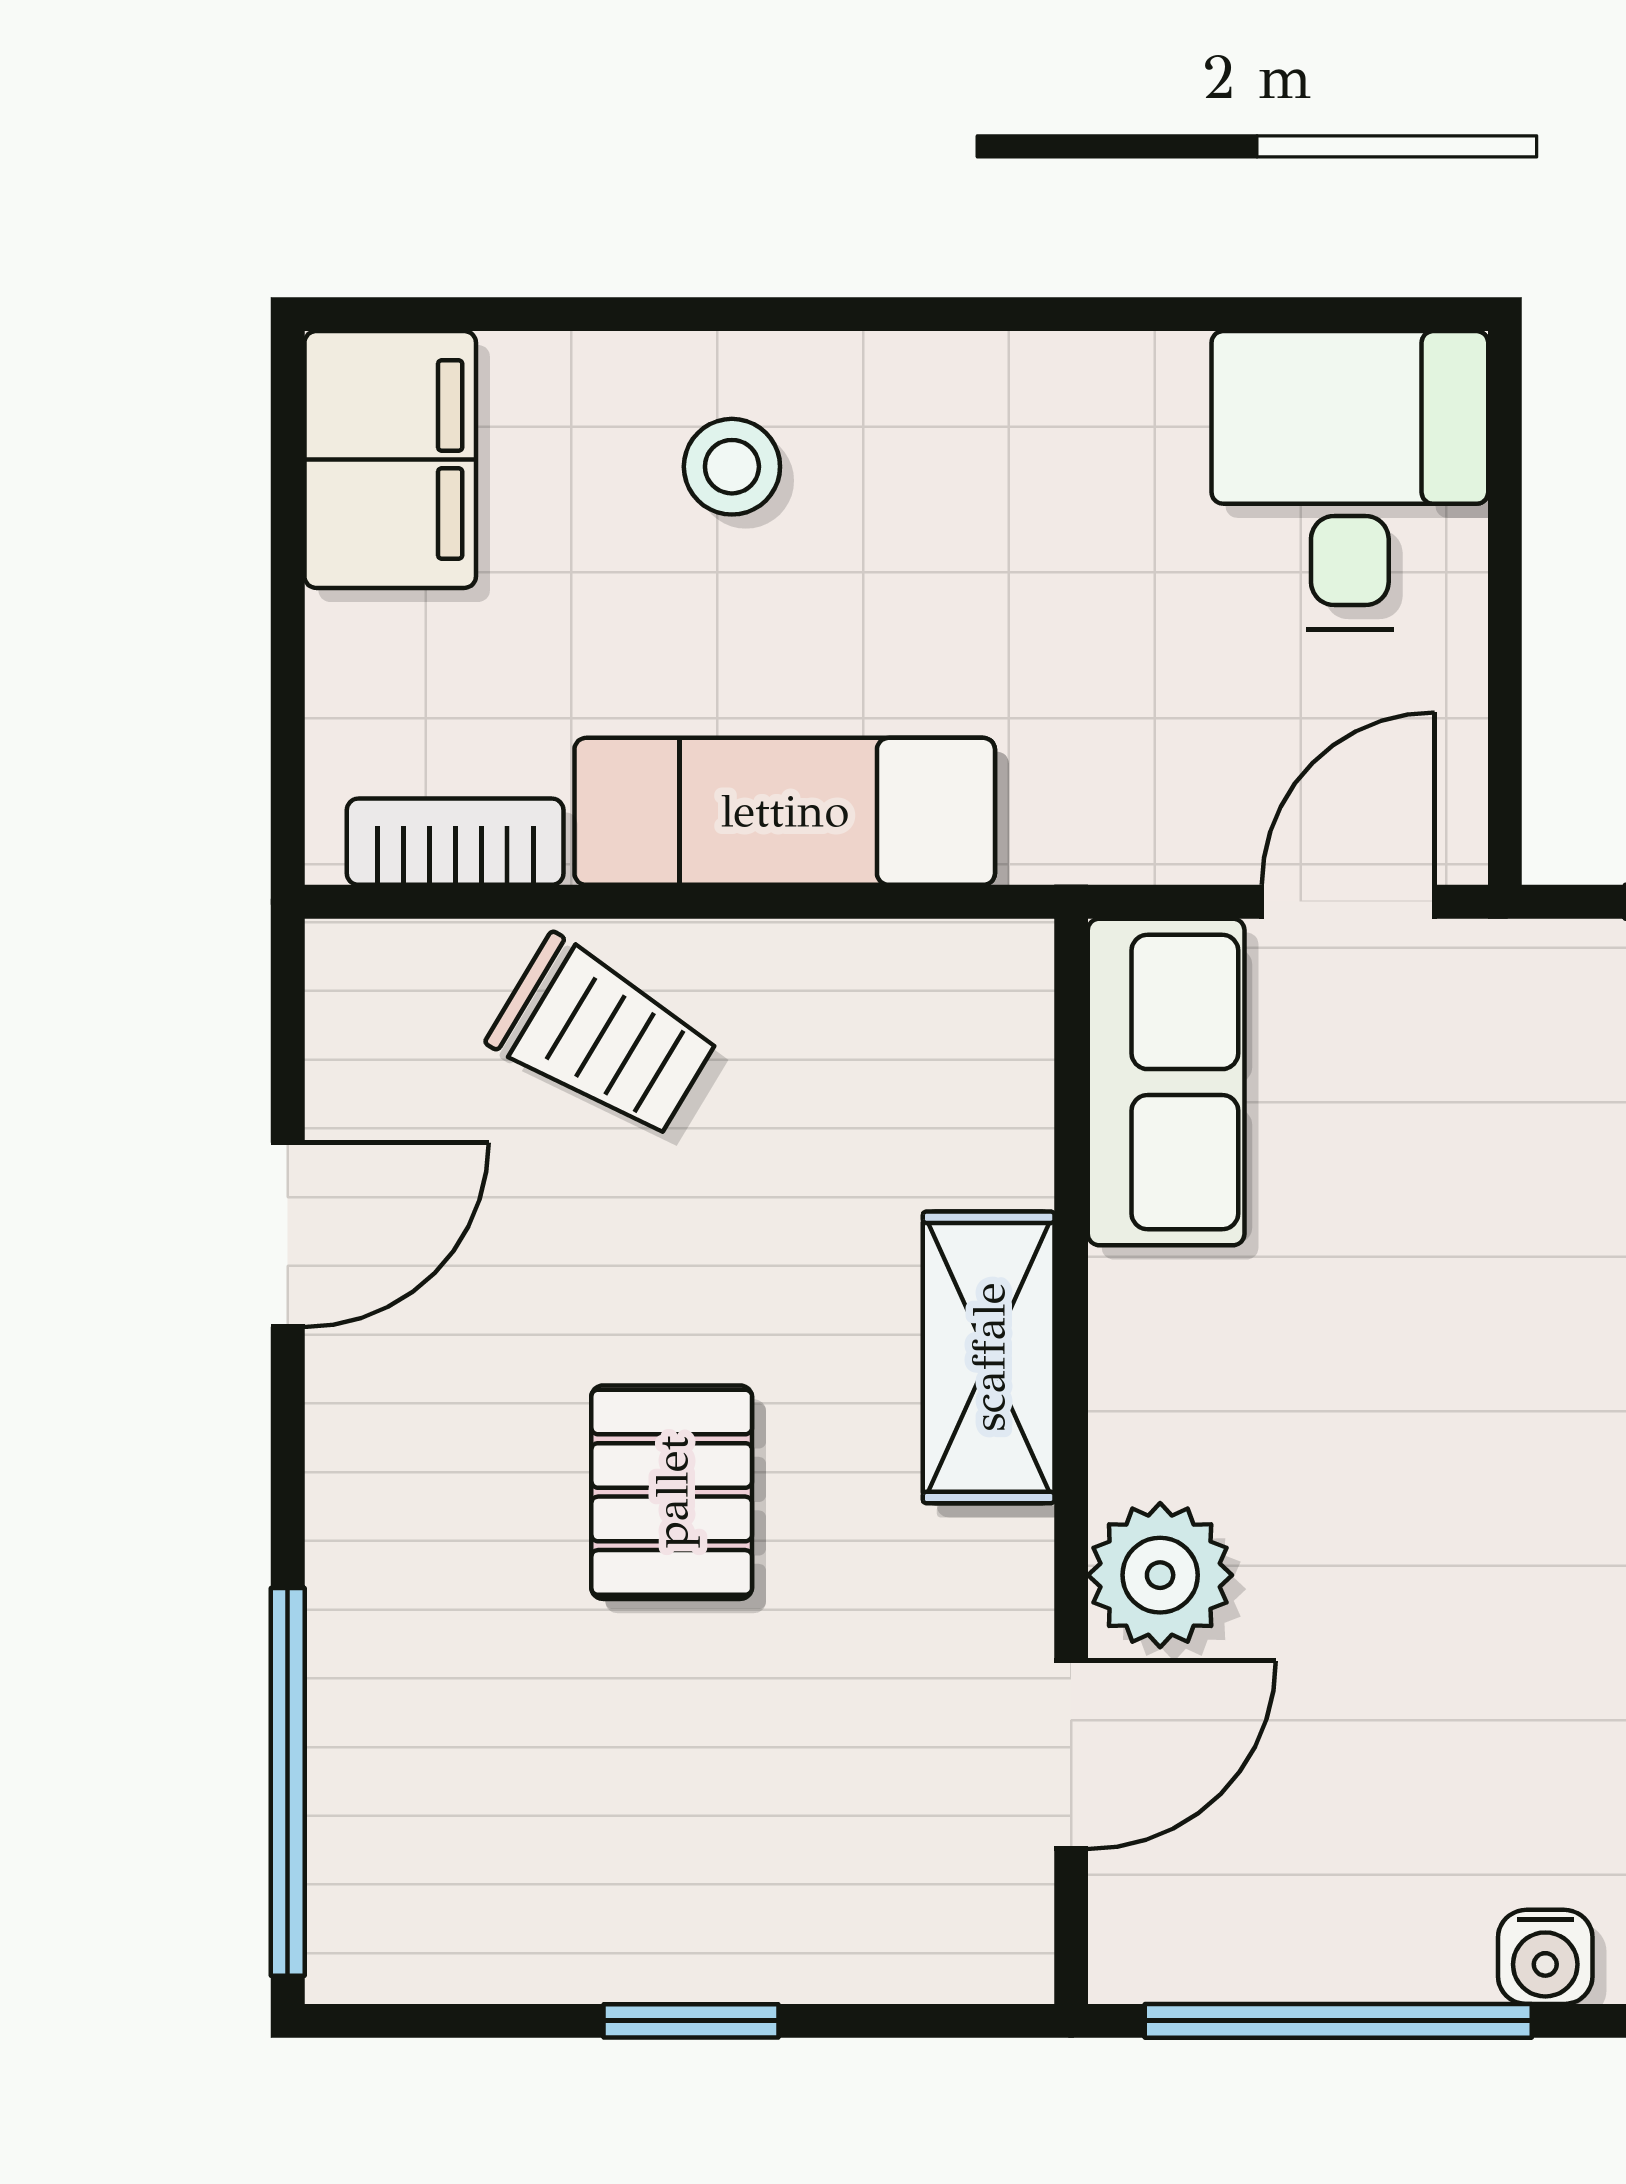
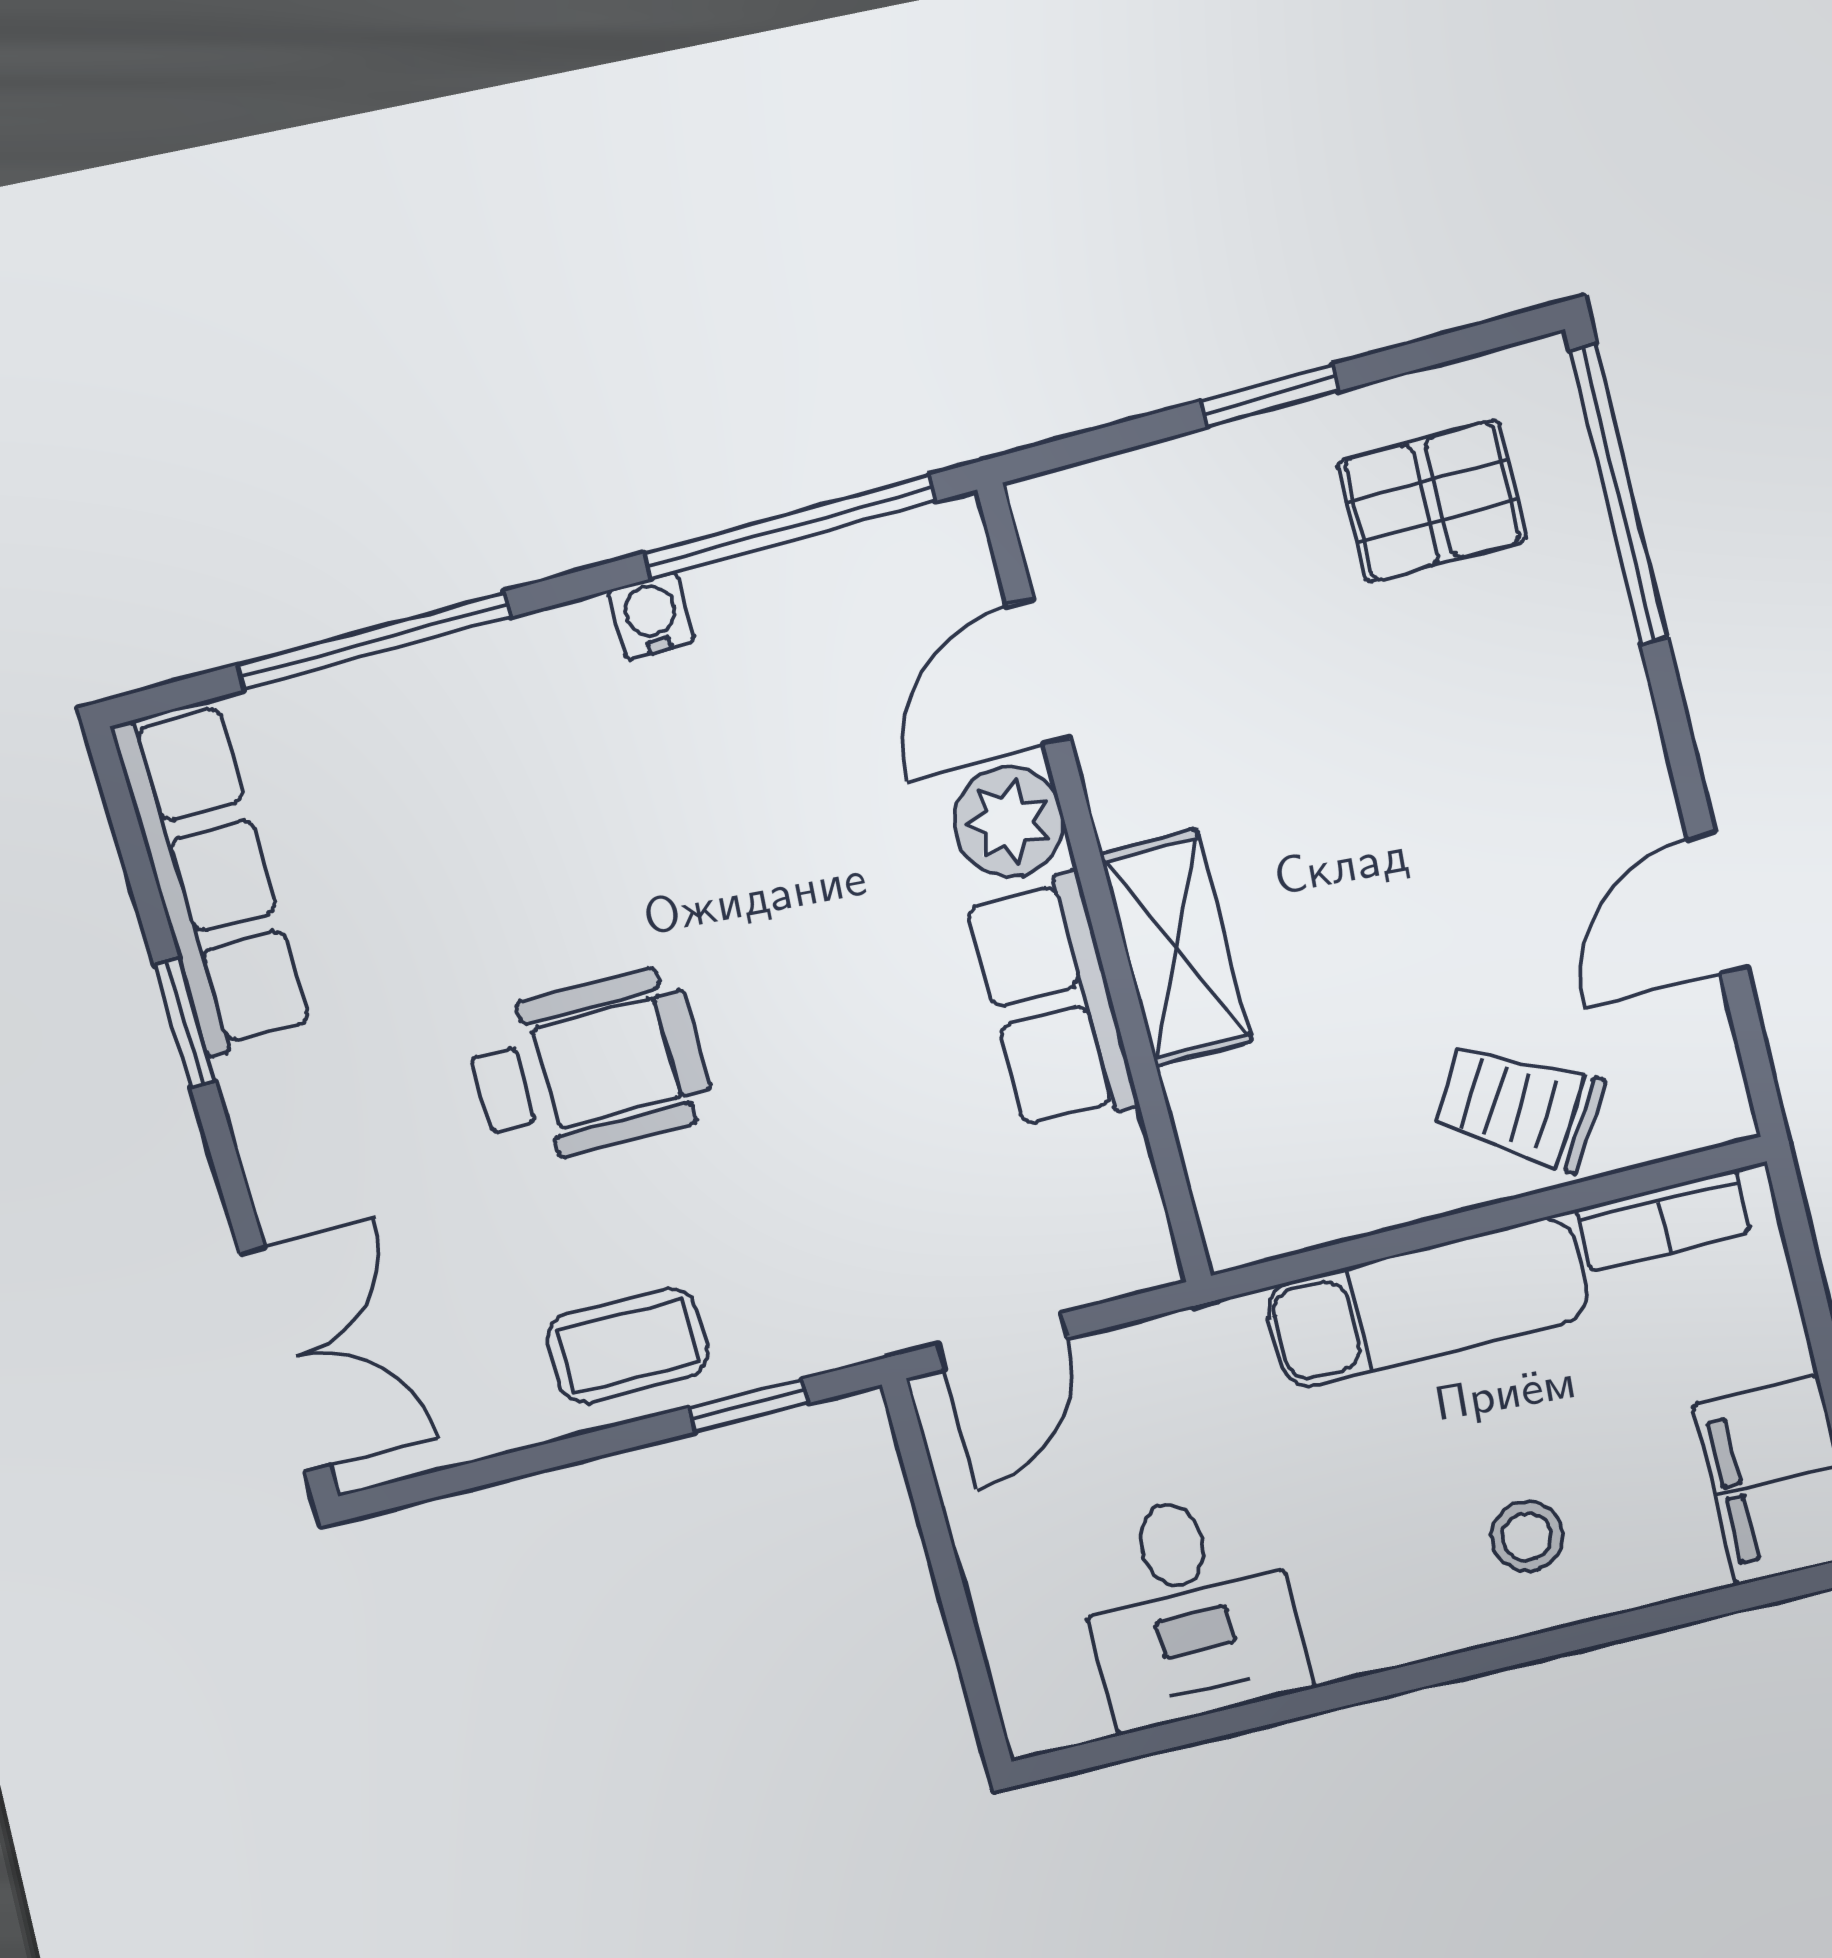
desk: (1350, 480) -> (1189, 1609), moved
row of seats: (1166, 1082) -> (1052, 1003), moved
pallet: (672, 1492) -> (1432, 501), moved, turned 90

